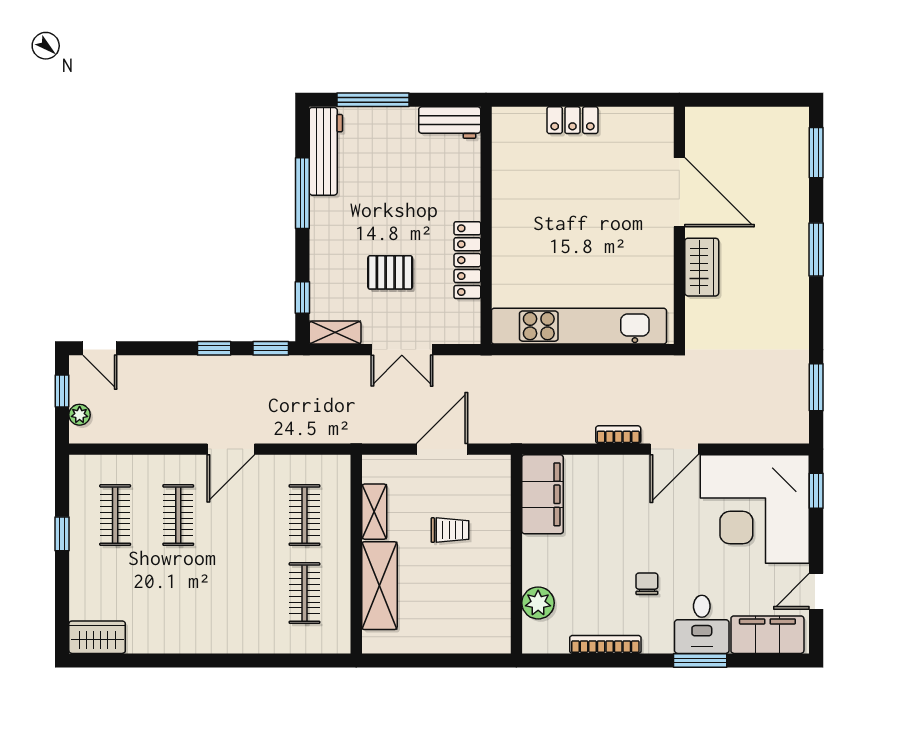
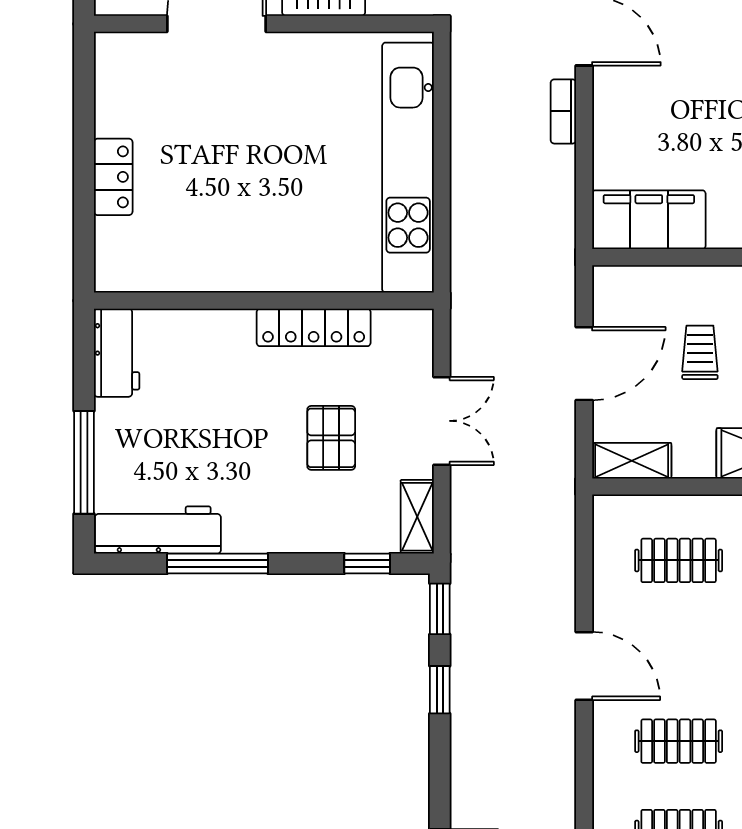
door: (442, 449) -> (584, 364), swing flipped
shelving: (374, 512) -> (632, 461), moved

